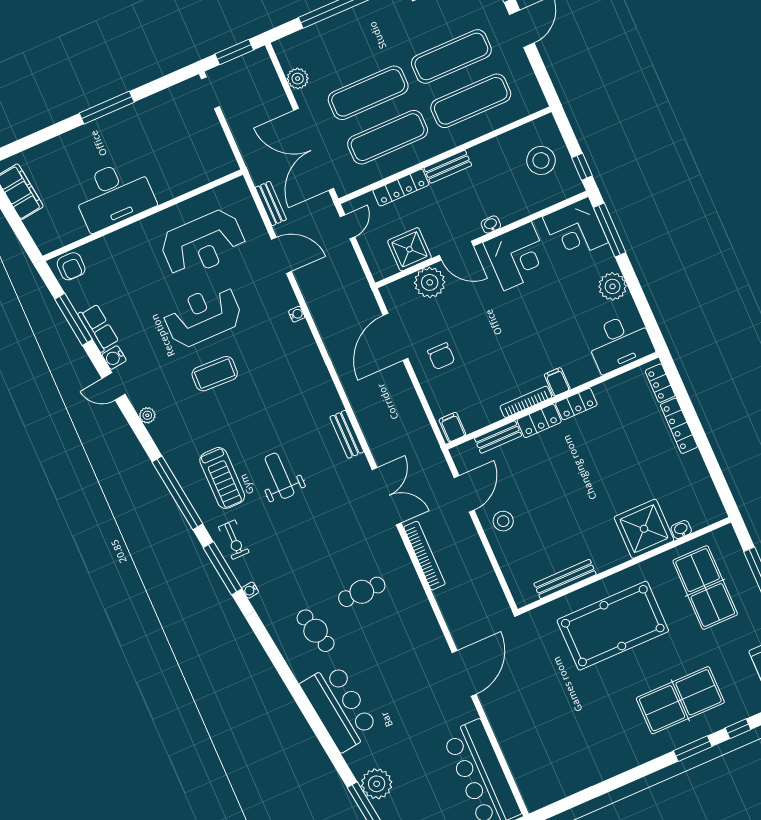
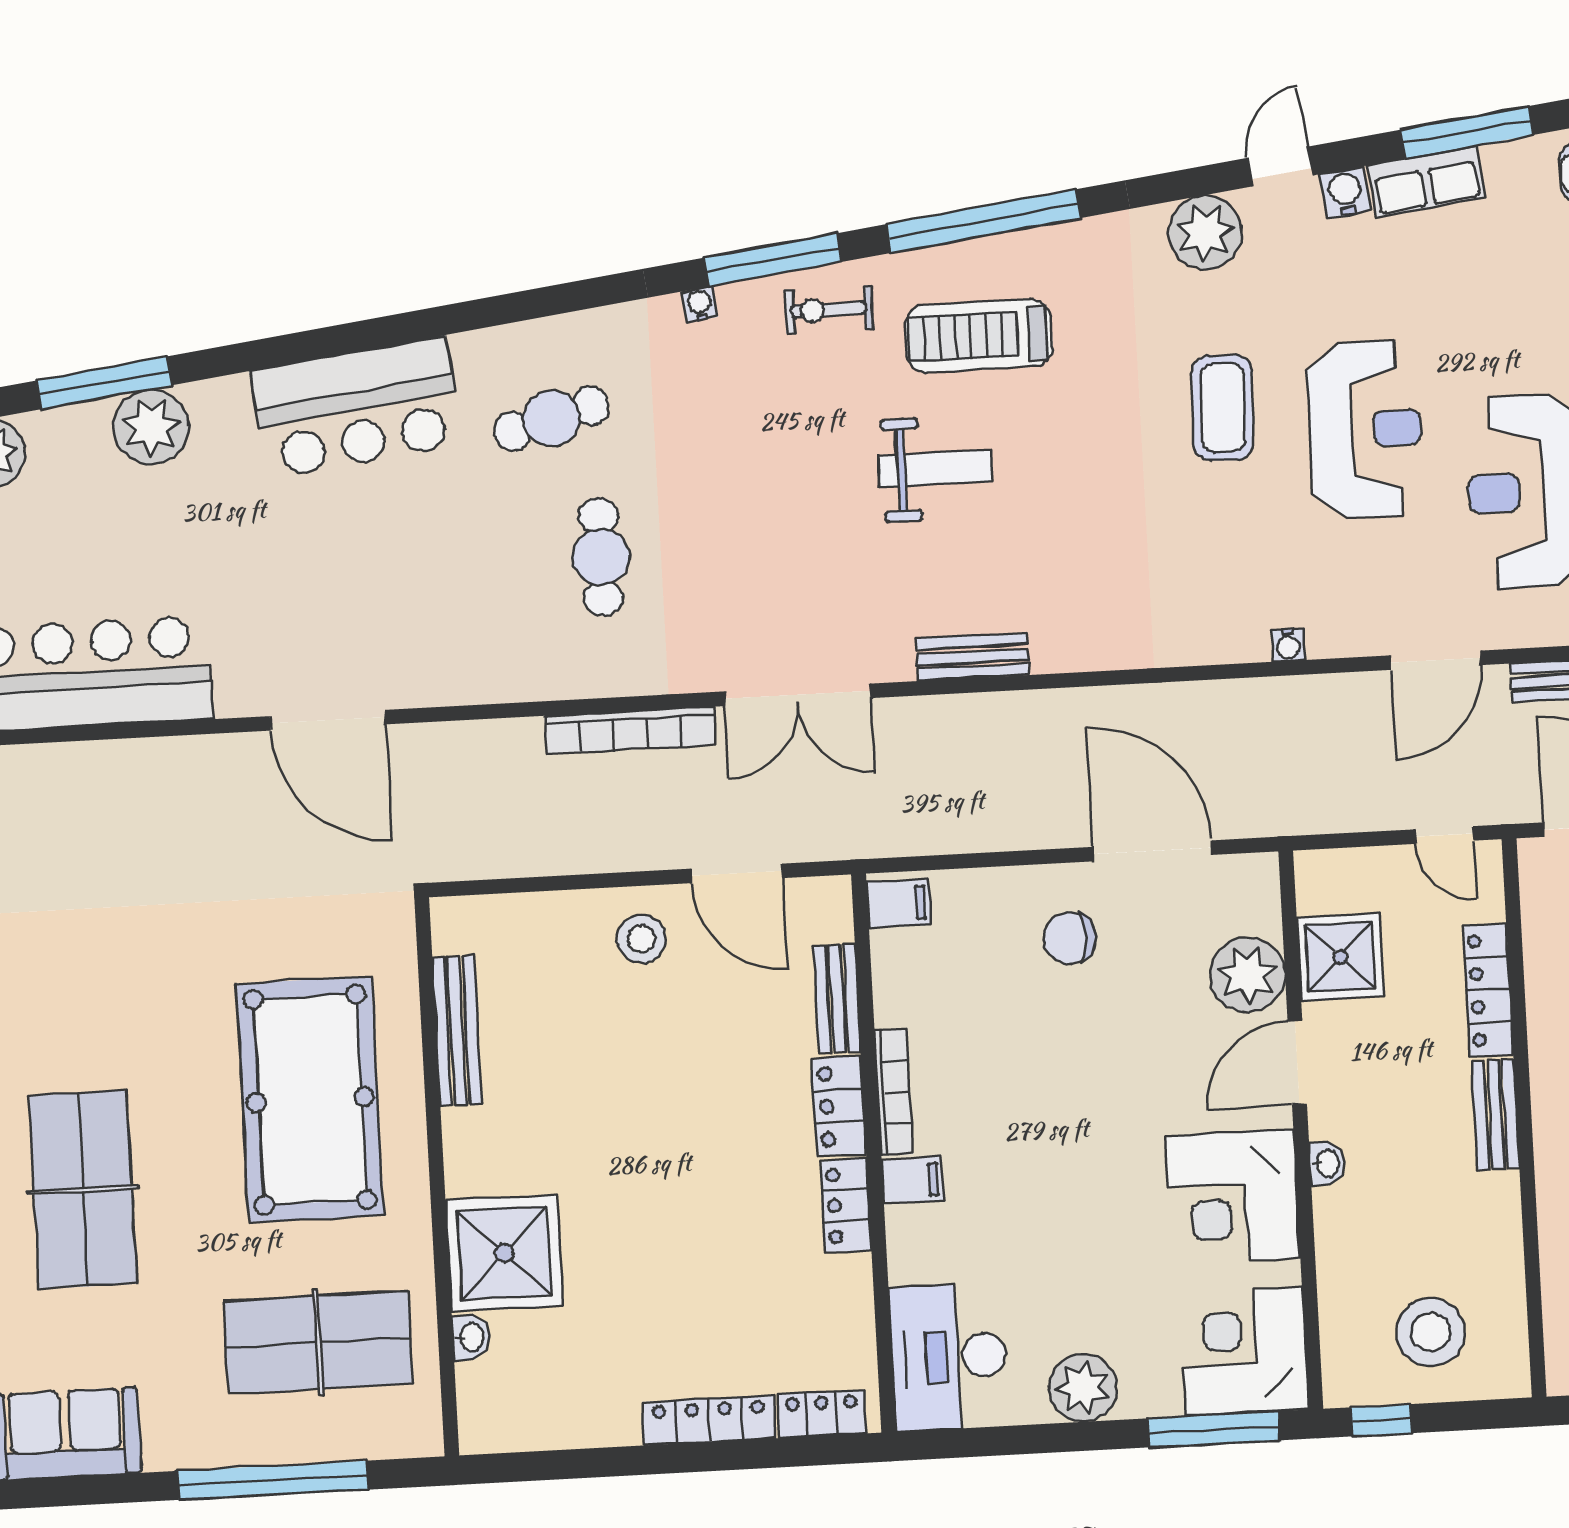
plant: (147, 415) -> (1205, 232), width x1.87, depth x1.87

